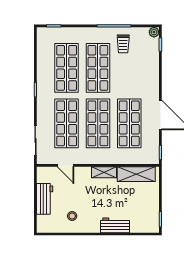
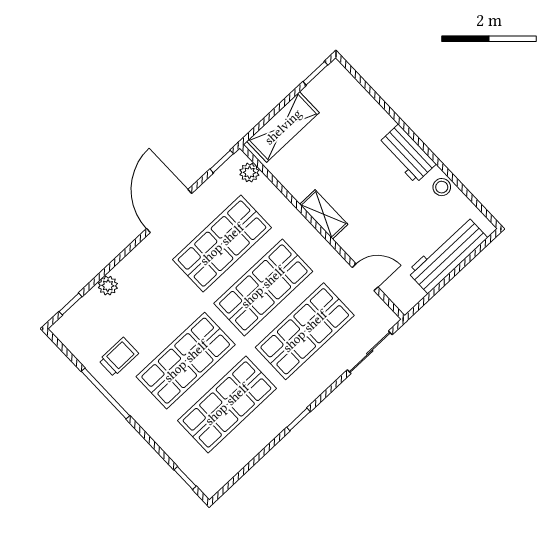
plant: (154, 32) -> (108, 286), moved
plant: (146, 159) -> (249, 173), added
door: (65, 165) -> (365, 277), hinge flipped
shelving: (136, 174) -> (283, 127), moved, turned 90
workbench: (45, 199) -> (447, 255), width x1.38
stool: (72, 216) -> (442, 187), moved
workbench: (115, 225) -> (407, 154), moved

